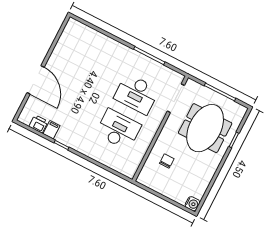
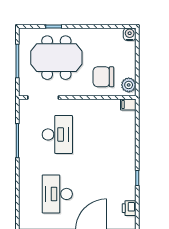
desk: (118, 129) -> (57, 194), moved
filing cabinet: (52, 130) -> (128, 105), moved
chair: (167, 161) -> (103, 77), width x1.87, depth x1.87
plant: (148, 180) -> (129, 85), added

